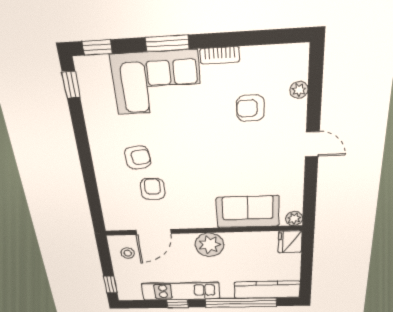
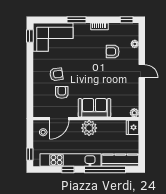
window: (97, 47) -> (127, 20), moved
corner sofa: (157, 83) -> (53, 37), moved
sofa: (248, 212) -> (94, 108), moved
kitchen unit: (181, 291) -> (70, 160), width x1.36

